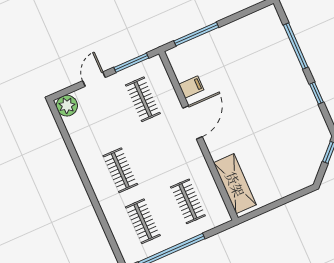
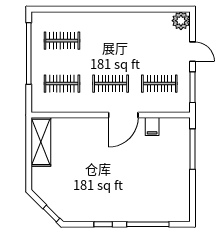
door: (193, 122) -> (123, 115), hinge flipped
clothes rail: (120, 170) -> (111, 84), moved
shelving: (235, 184) -> (41, 142), moved, turned 90

